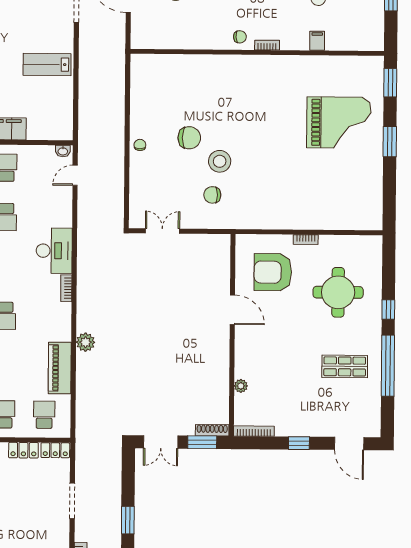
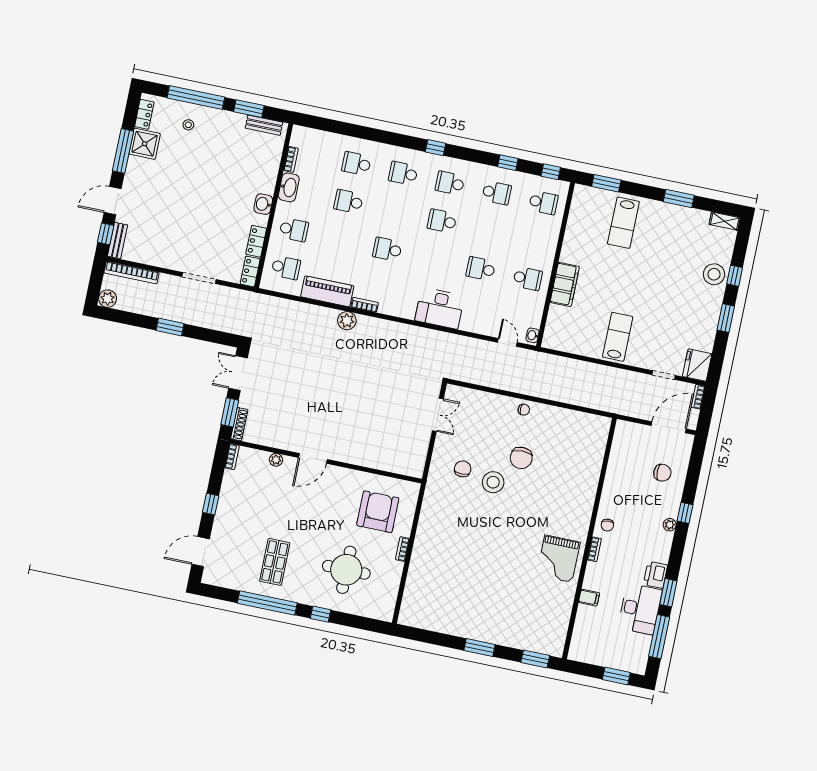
grand piano: (339, 123) -> (558, 559), moved, width x0.73, depth x0.68
bookcase: (66, 288) -> (365, 305), moved
door: (232, 310) -> (313, 458), moved
bookcase: (254, 431) -> (232, 457), width x0.64

